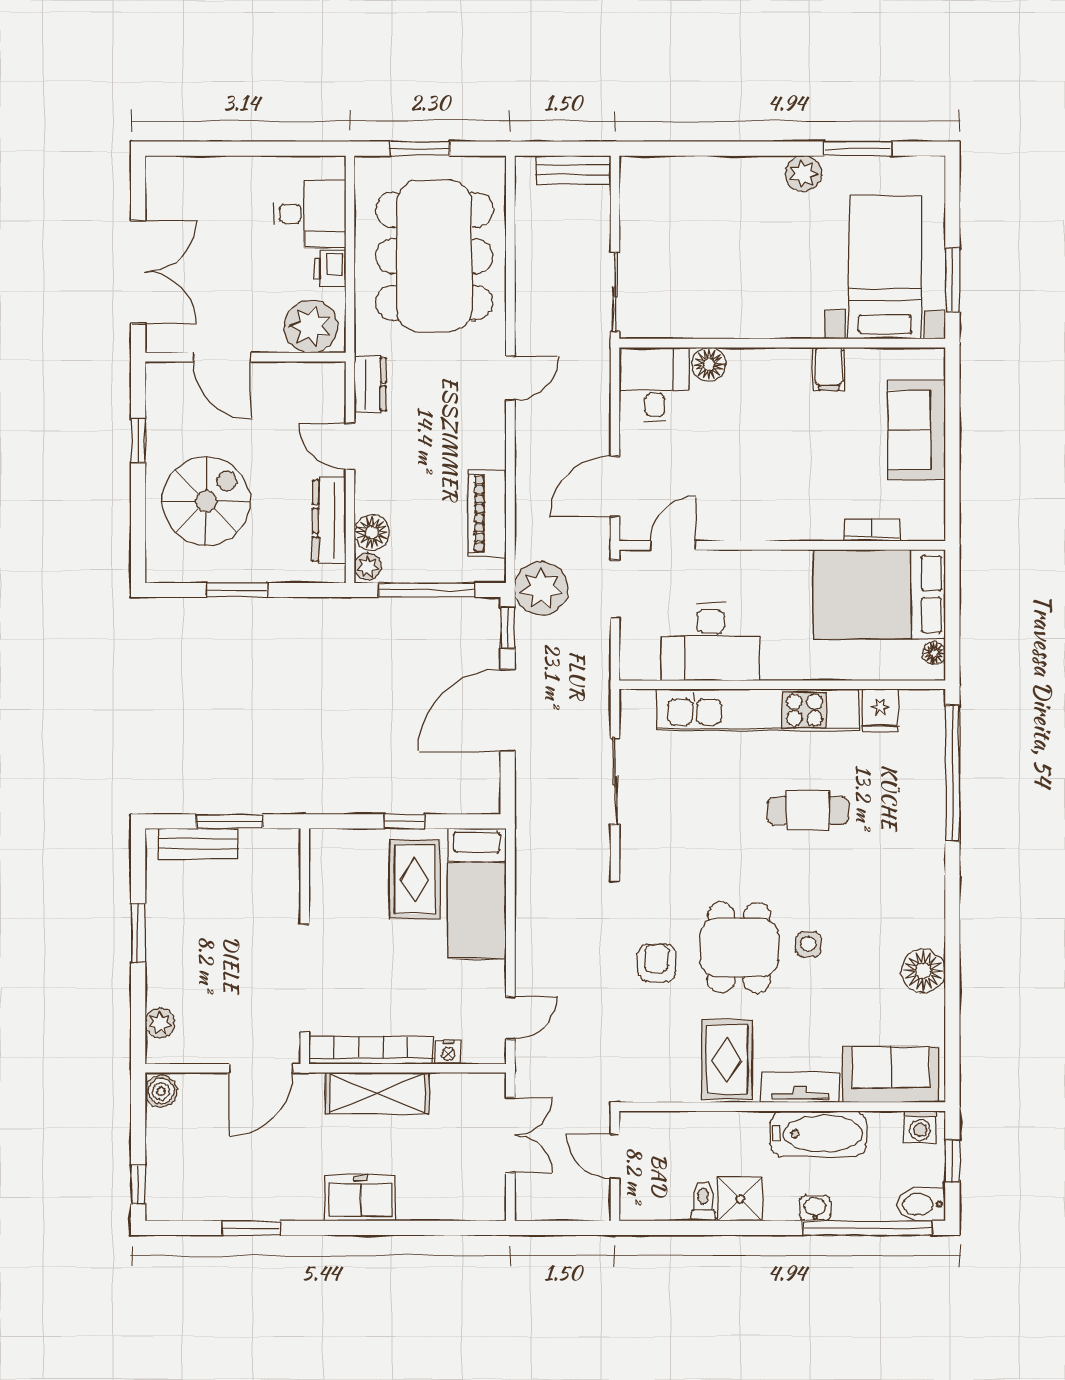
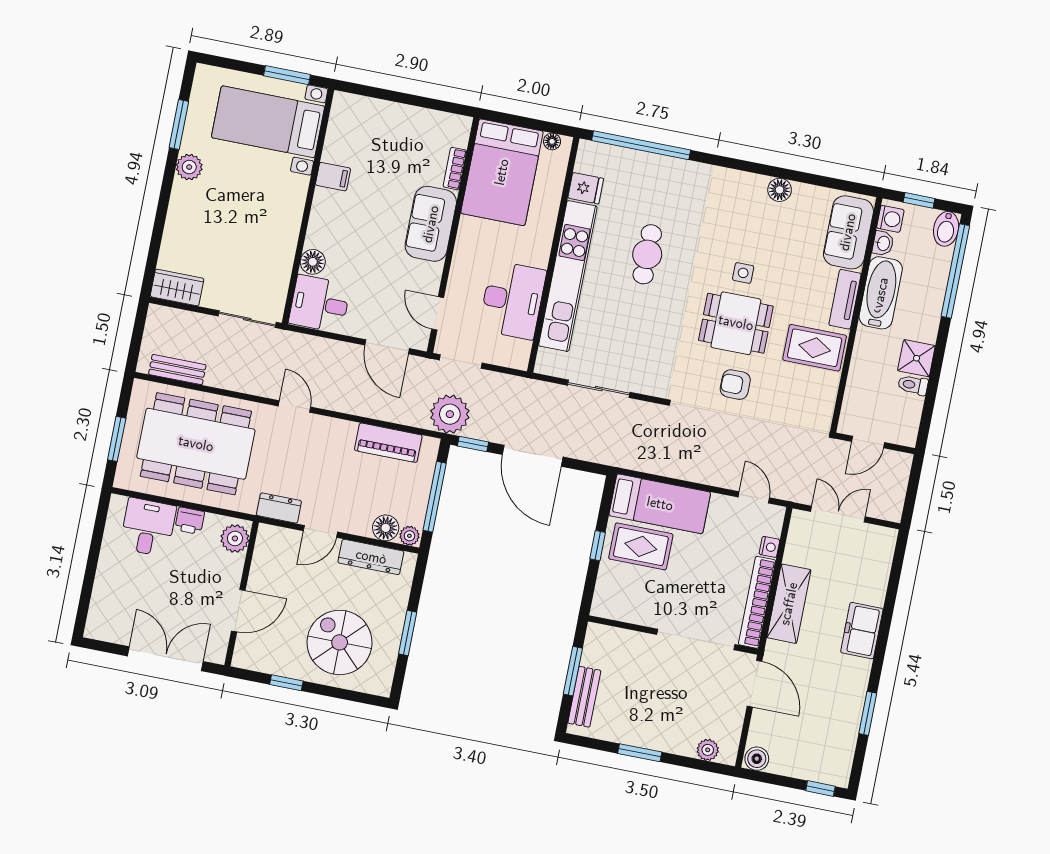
bench: (573, 170) -> (177, 370), moved, turned 90
wardrobe: (639, 189) -> (177, 288), added
plant: (311, 326) -> (235, 538), width x0.73, depth x0.73
sofa: (917, 430) -> (431, 224), moved, turned 90
floor lamp: (923, 971) -> (780, 190), width x0.73, depth x0.73
washbasin: (815, 1208) -> (883, 243), moved, turned 180

